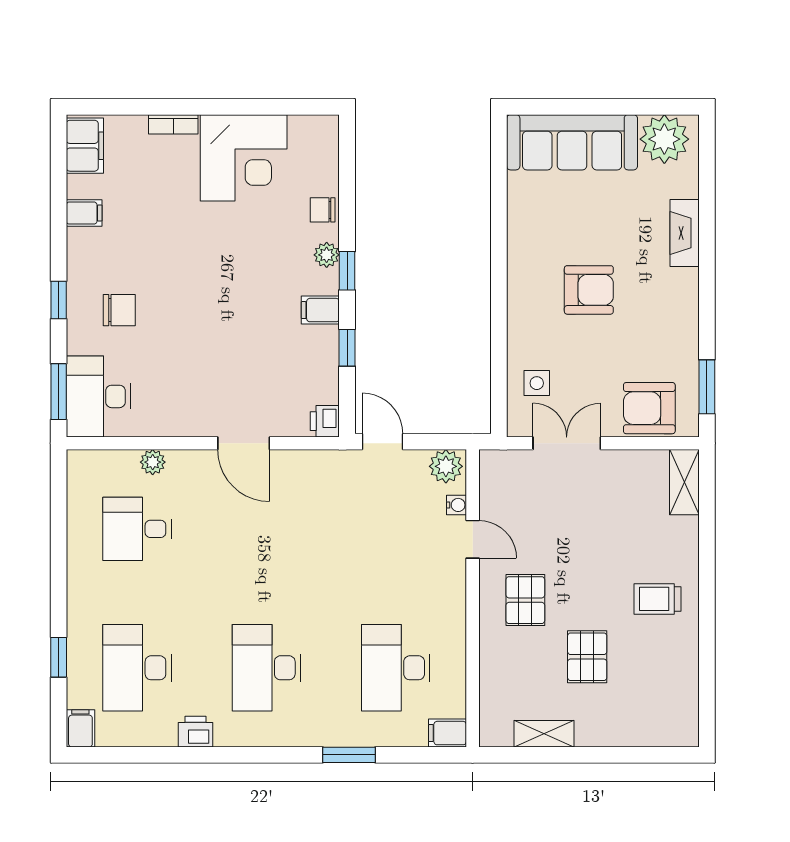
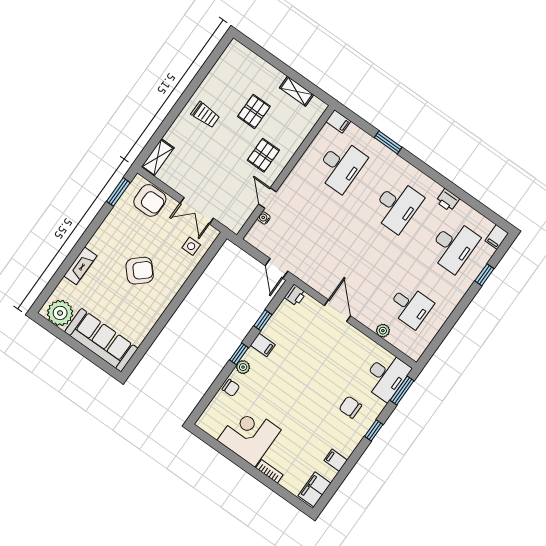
armchair: (589, 290) -> (140, 271), turned 138
plant: (446, 466) -> (257, 238), removed

